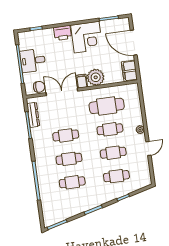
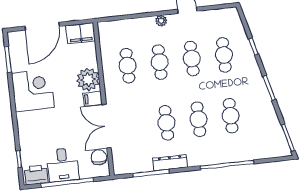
printer: (63, 33) -> (36, 175), moved, turned -90
cafe table: (107, 106) -> (128, 66), width x0.73, depth x0.74
dresser: (33, 115) -> (170, 163), moved

